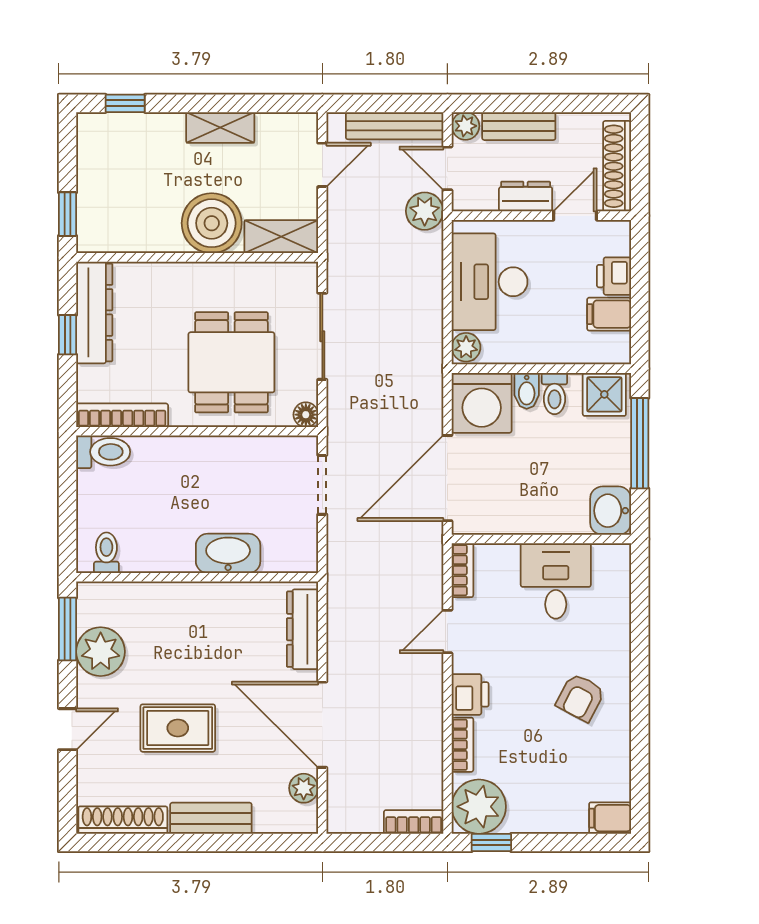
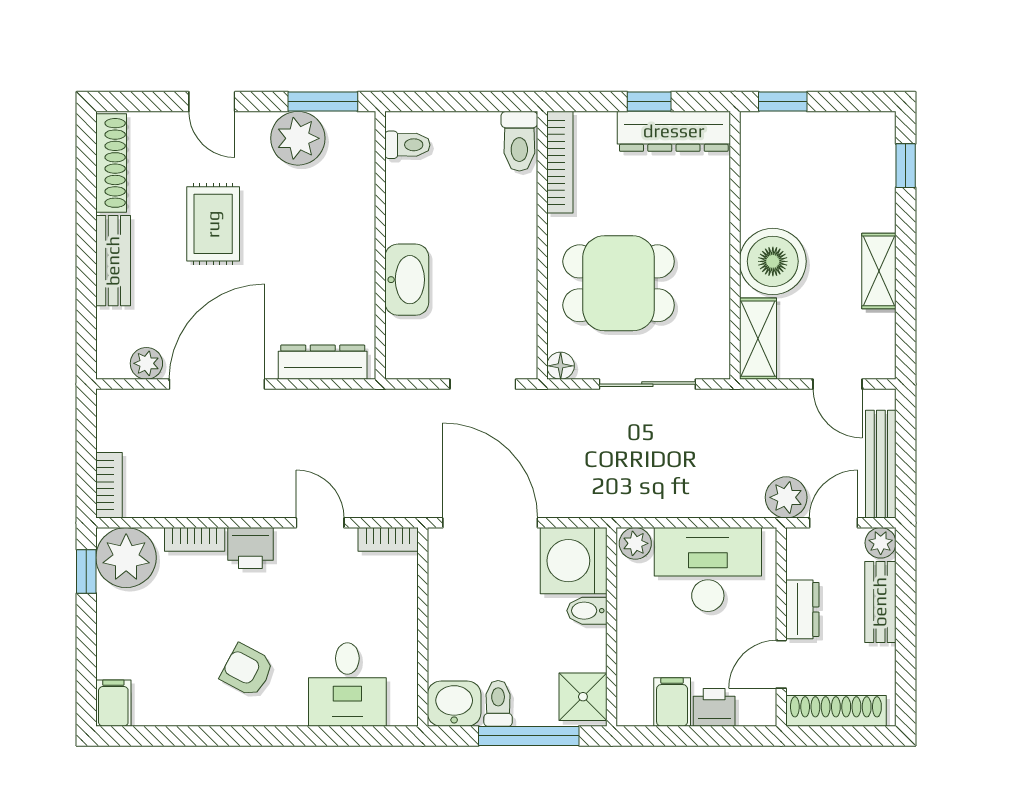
door: (575, 216) -> (781, 664), swing flipped
toilet: (554, 394) -> (498, 703), moved, turned 90
desk: (556, 581) -> (347, 684), moved, turned 90

